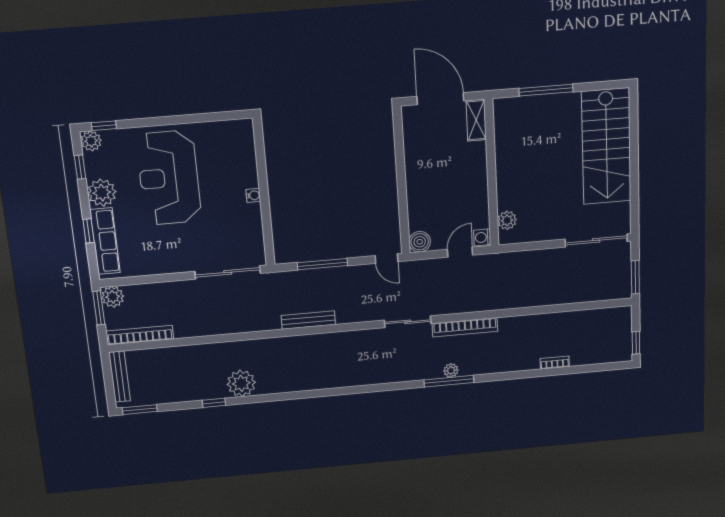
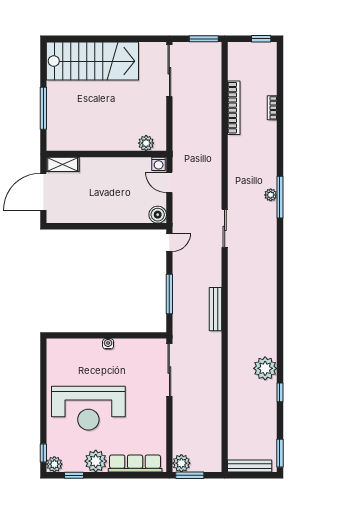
window: (89, 231) -> (126, 475), removed
bookcase: (465, 327) -> (234, 108), moved
bookcase: (140, 335) -> (216, 446), removed

